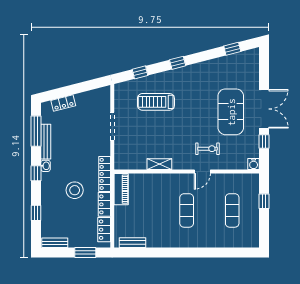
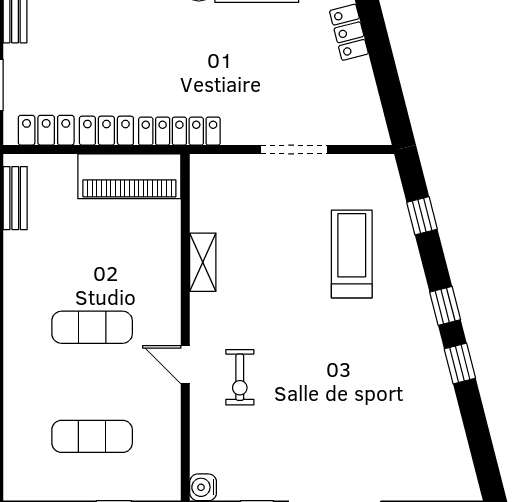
window: (232, 49) -> (460, 364), moved
exercise mat: (231, 112) -> (328, 433), removed
piano: (121, 189) -> (129, 176), width x1.37, depth x1.33
stool: (75, 190) -> (141, 60), removed

